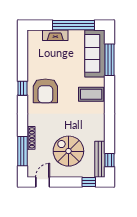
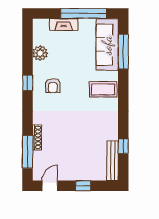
plant: (34, 61) -> (40, 53), added
armchair: (45, 91) -> (53, 86), width x0.53, depth x0.53
spiral stairs: (68, 151) -> (78, 152), removed
window: (110, 160) -> (123, 146), moved
window: (89, 182) -> (83, 186), moved

